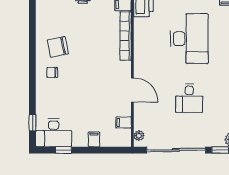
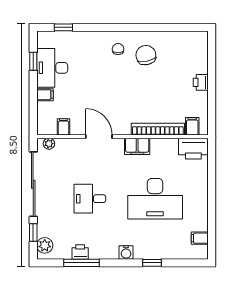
filing cabinet: (141, 55) -> (137, 146), added
door: (132, 90) -> (99, 137), swing flipped
desk: (54, 133) -> (52, 68), moved

